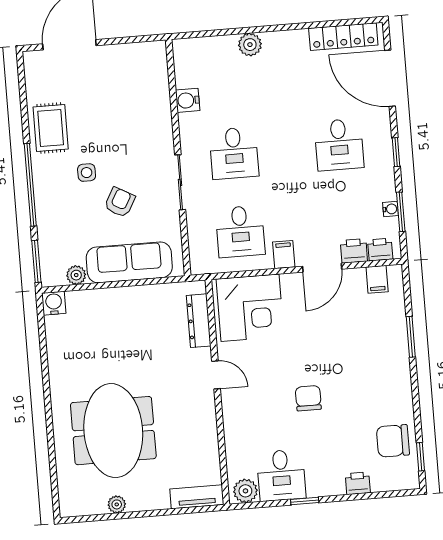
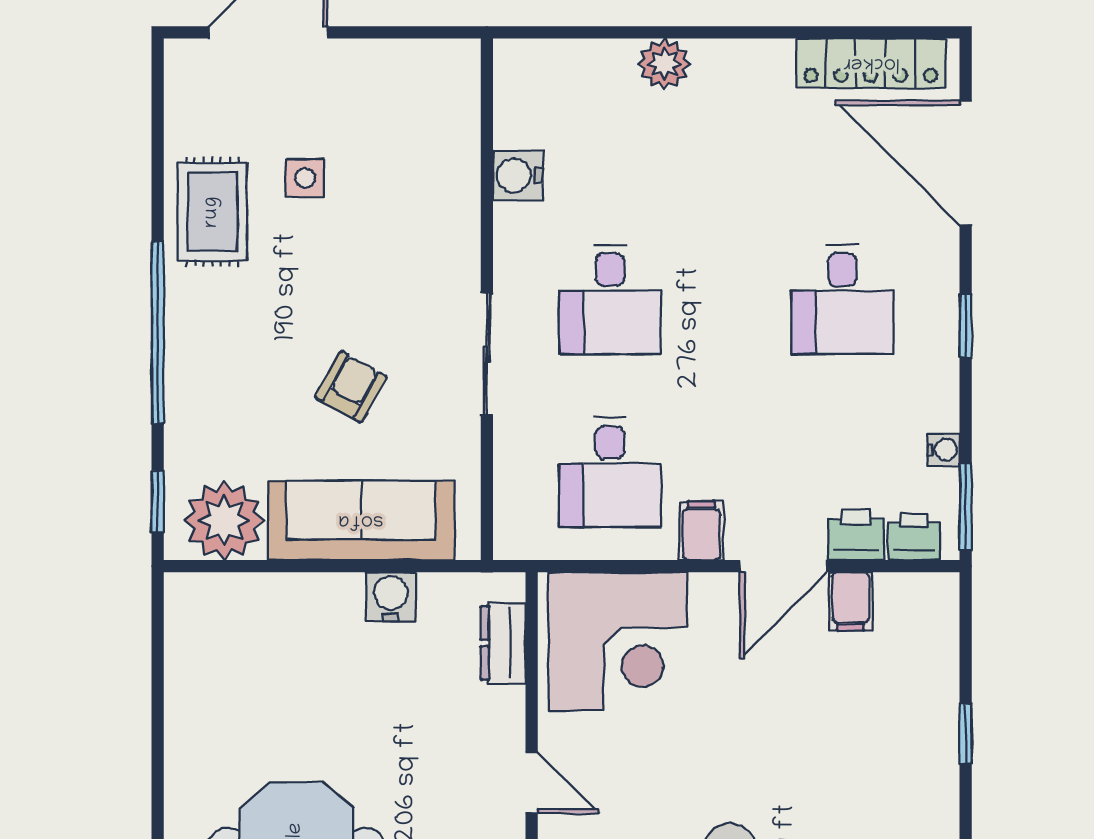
side table: (87, 173) -> (305, 178), moved
window: (401, 212) -> (966, 507), moved
window: (36, 261) -> (158, 502), width x0.67
plant: (76, 275) -> (224, 520), width x1.88, depth x1.88
filing cabinet: (377, 279) -> (851, 601), moved
water cooler: (54, 303) -> (391, 597), moved
dresser: (199, 321) -> (503, 643), width x0.70
window: (411, 337) -> (966, 734), width x0.67

